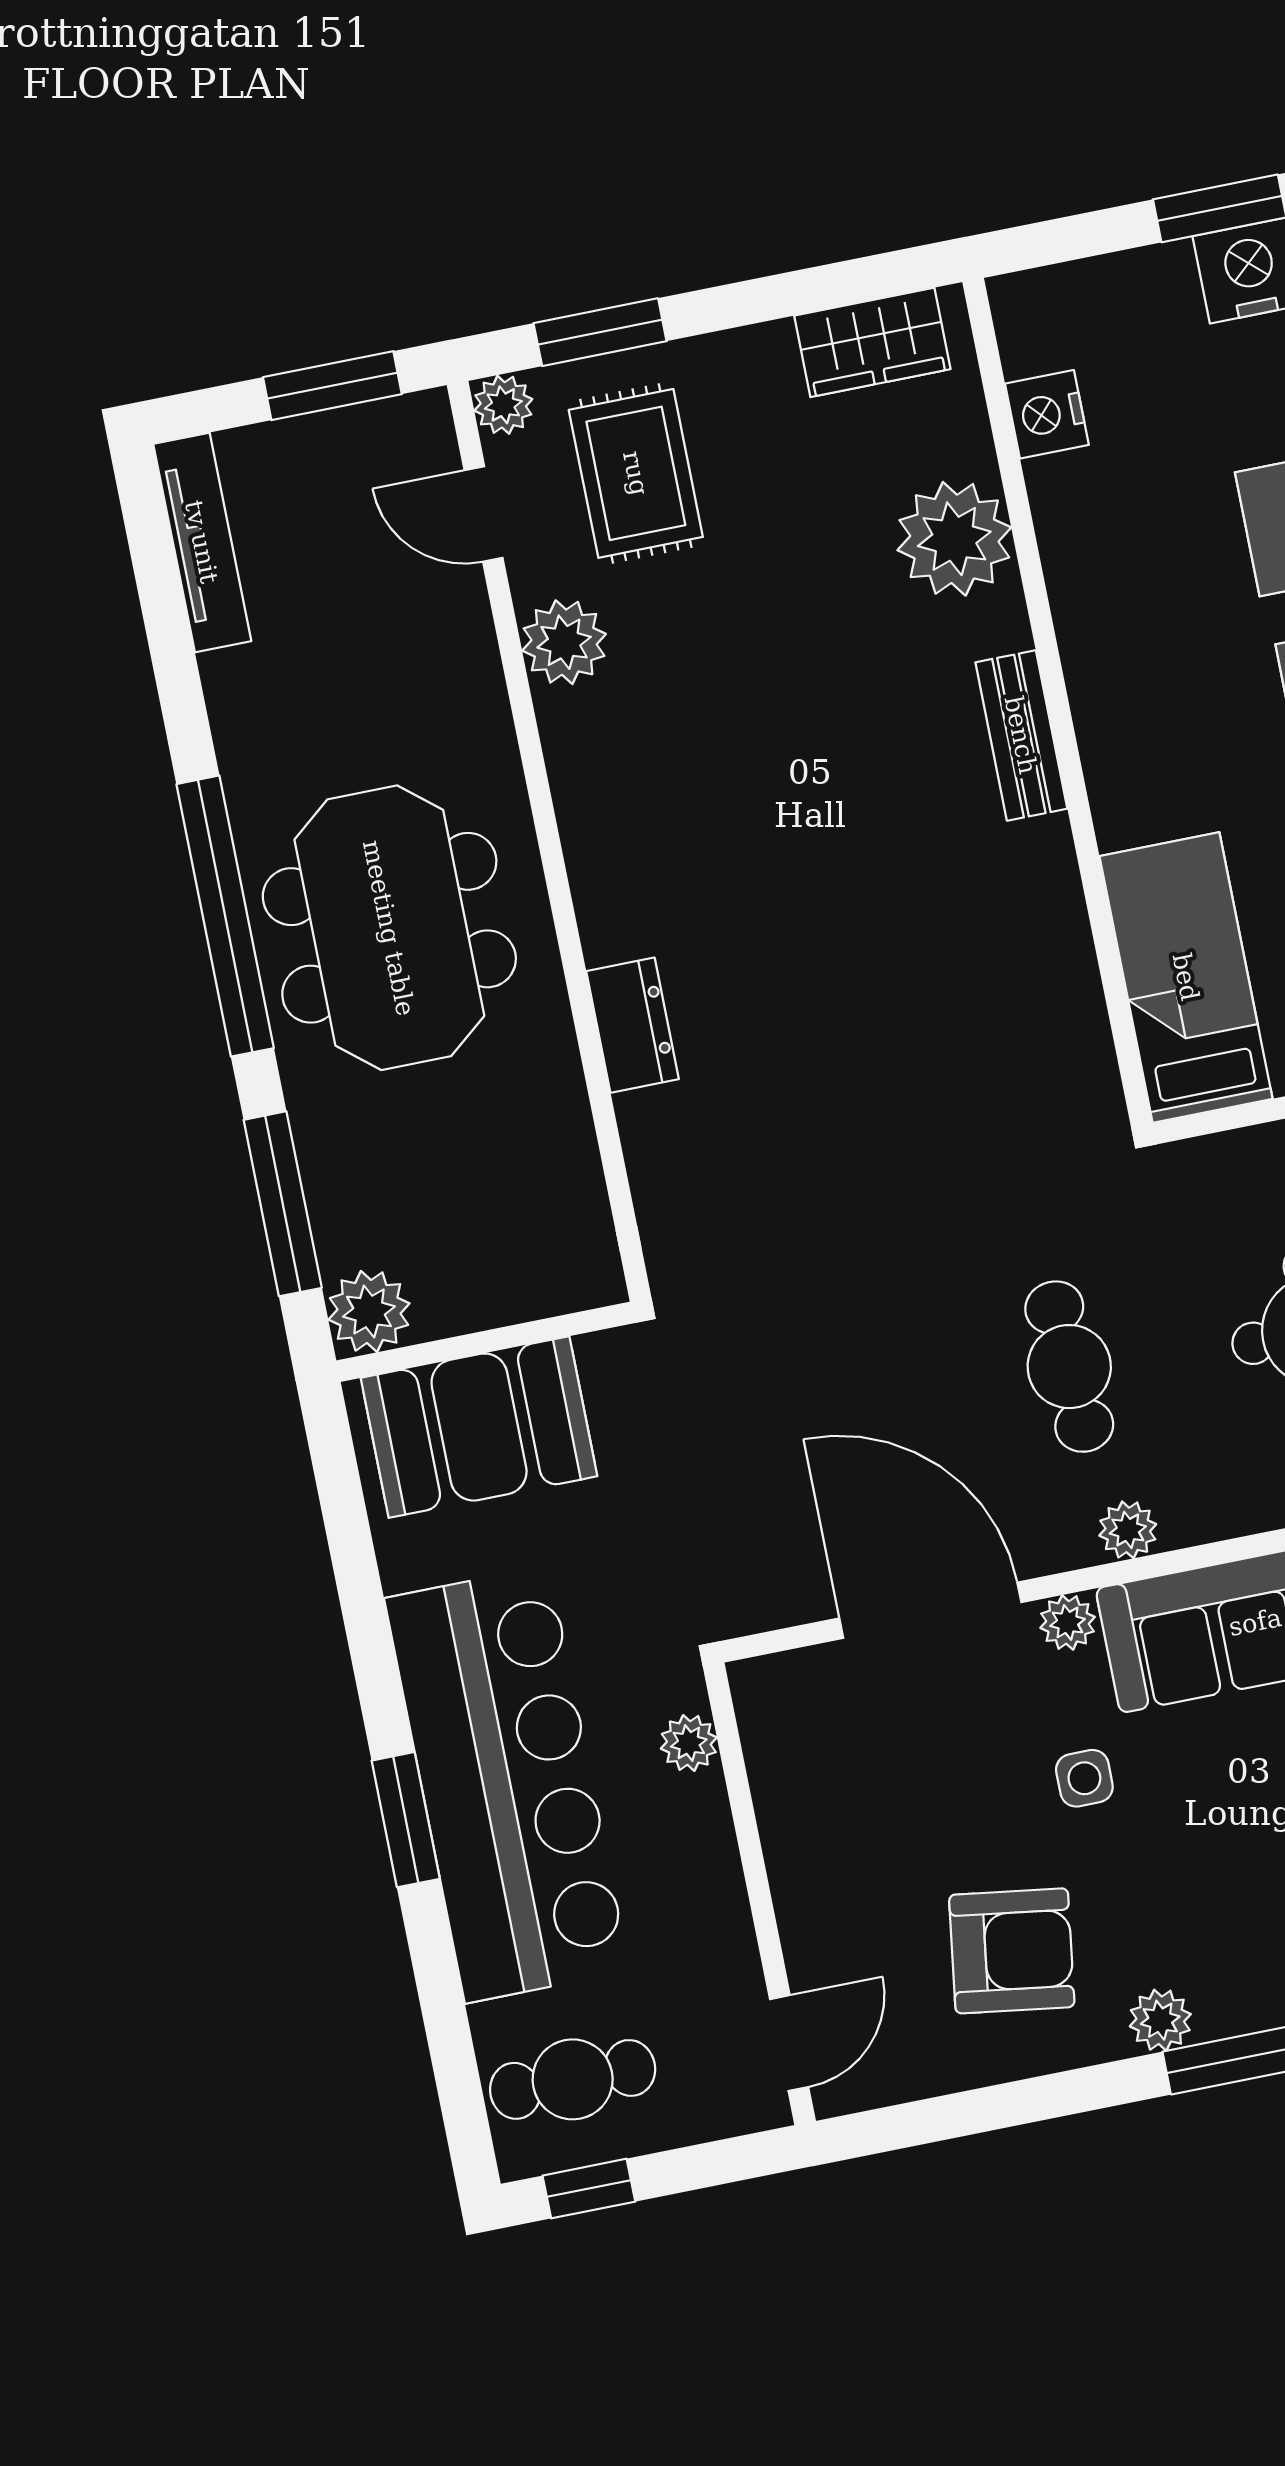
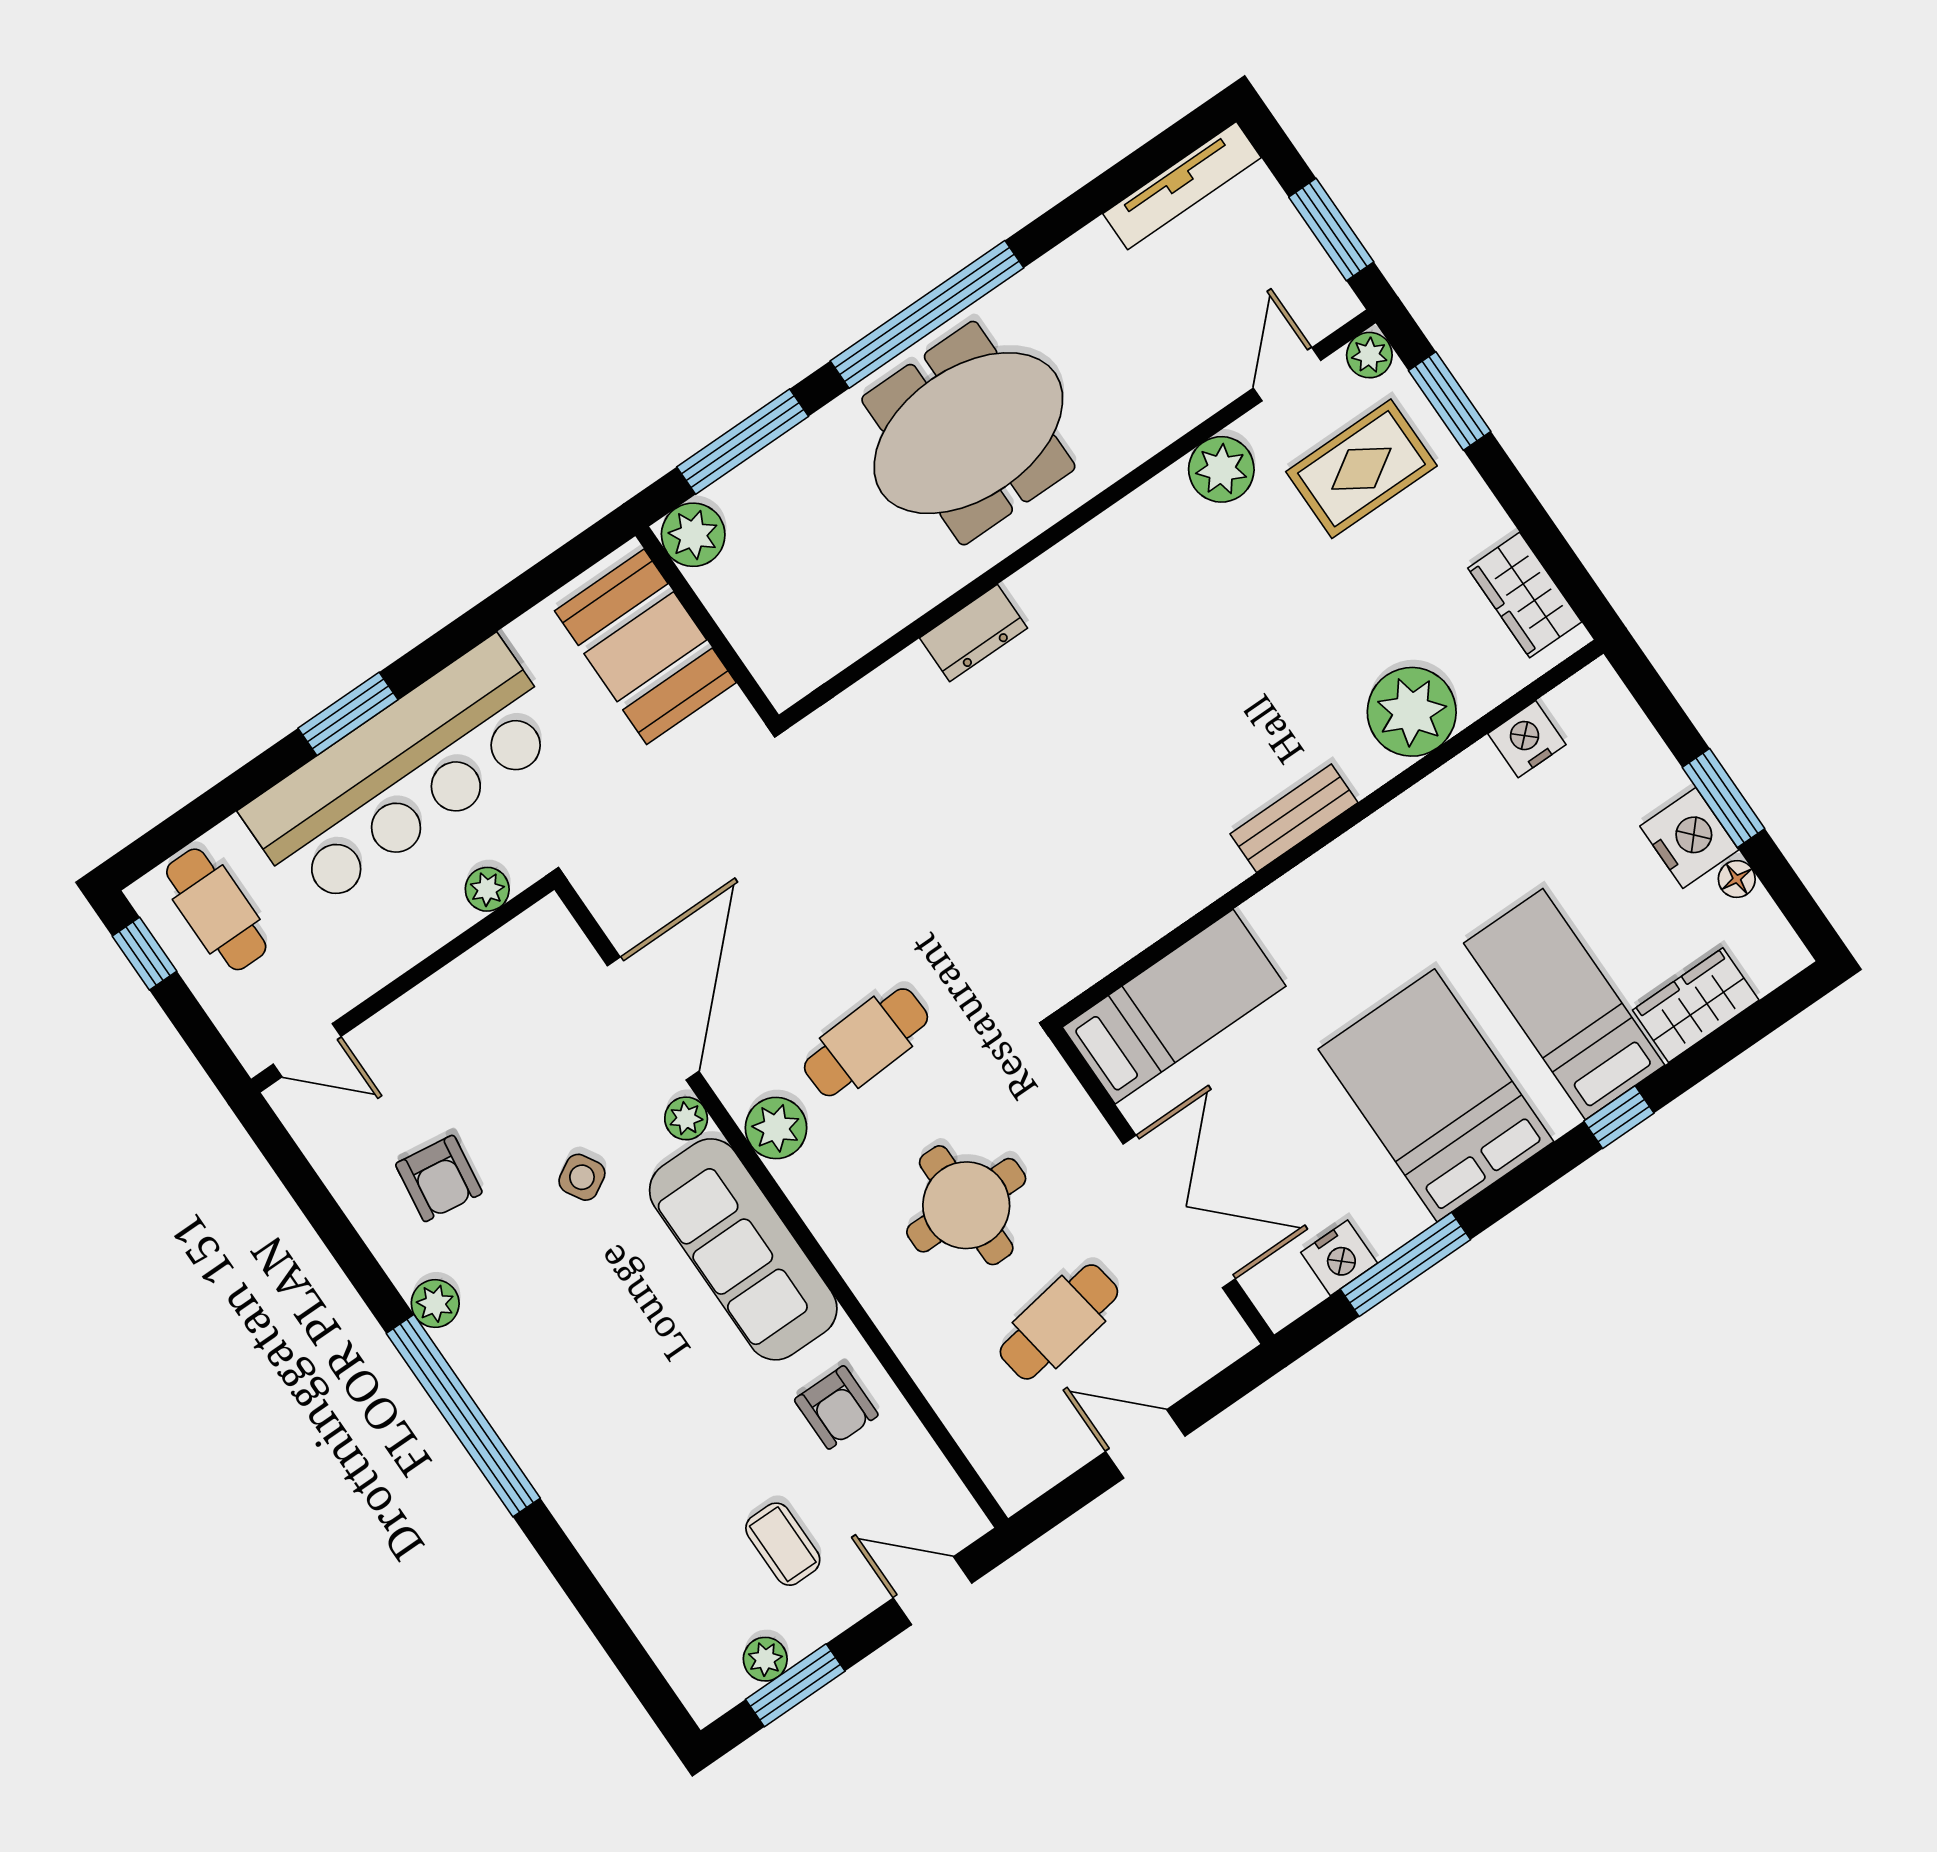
plant: (1128, 1530) -> (776, 1128), width x1.38, depth x1.38
side table: (1084, 1778) -> (582, 1177), turned -30
armchair: (1012, 1951) -> (439, 1178), width x0.72, depth x0.72

